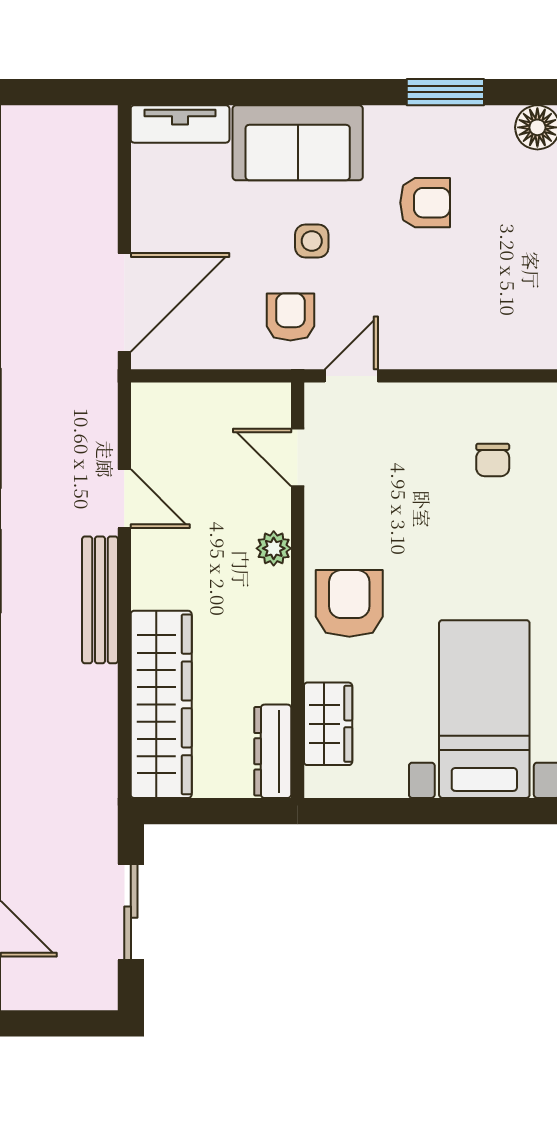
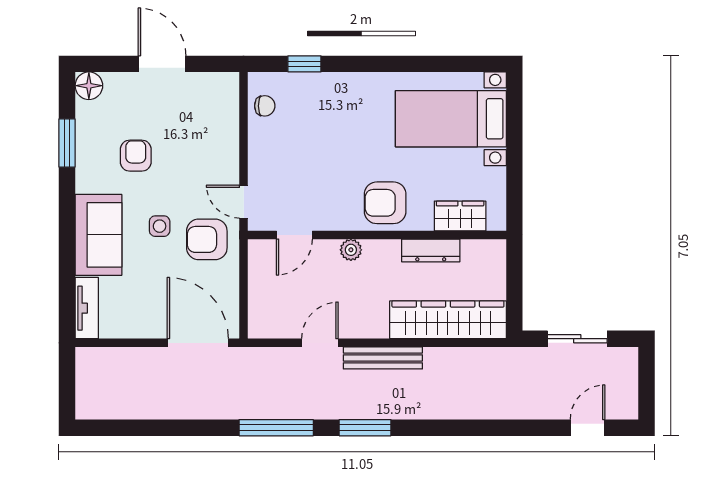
armchair: (290, 317) -> (207, 239), width x1.38, depth x1.38
chair: (493, 460) -> (265, 106), moved
dresser: (273, 751) -> (431, 250), moved

